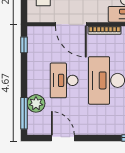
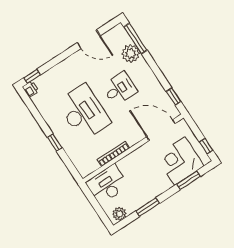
door: (71, 24) -> (161, 130), moved
desk: (64, 80) -> (120, 89), width x0.73

